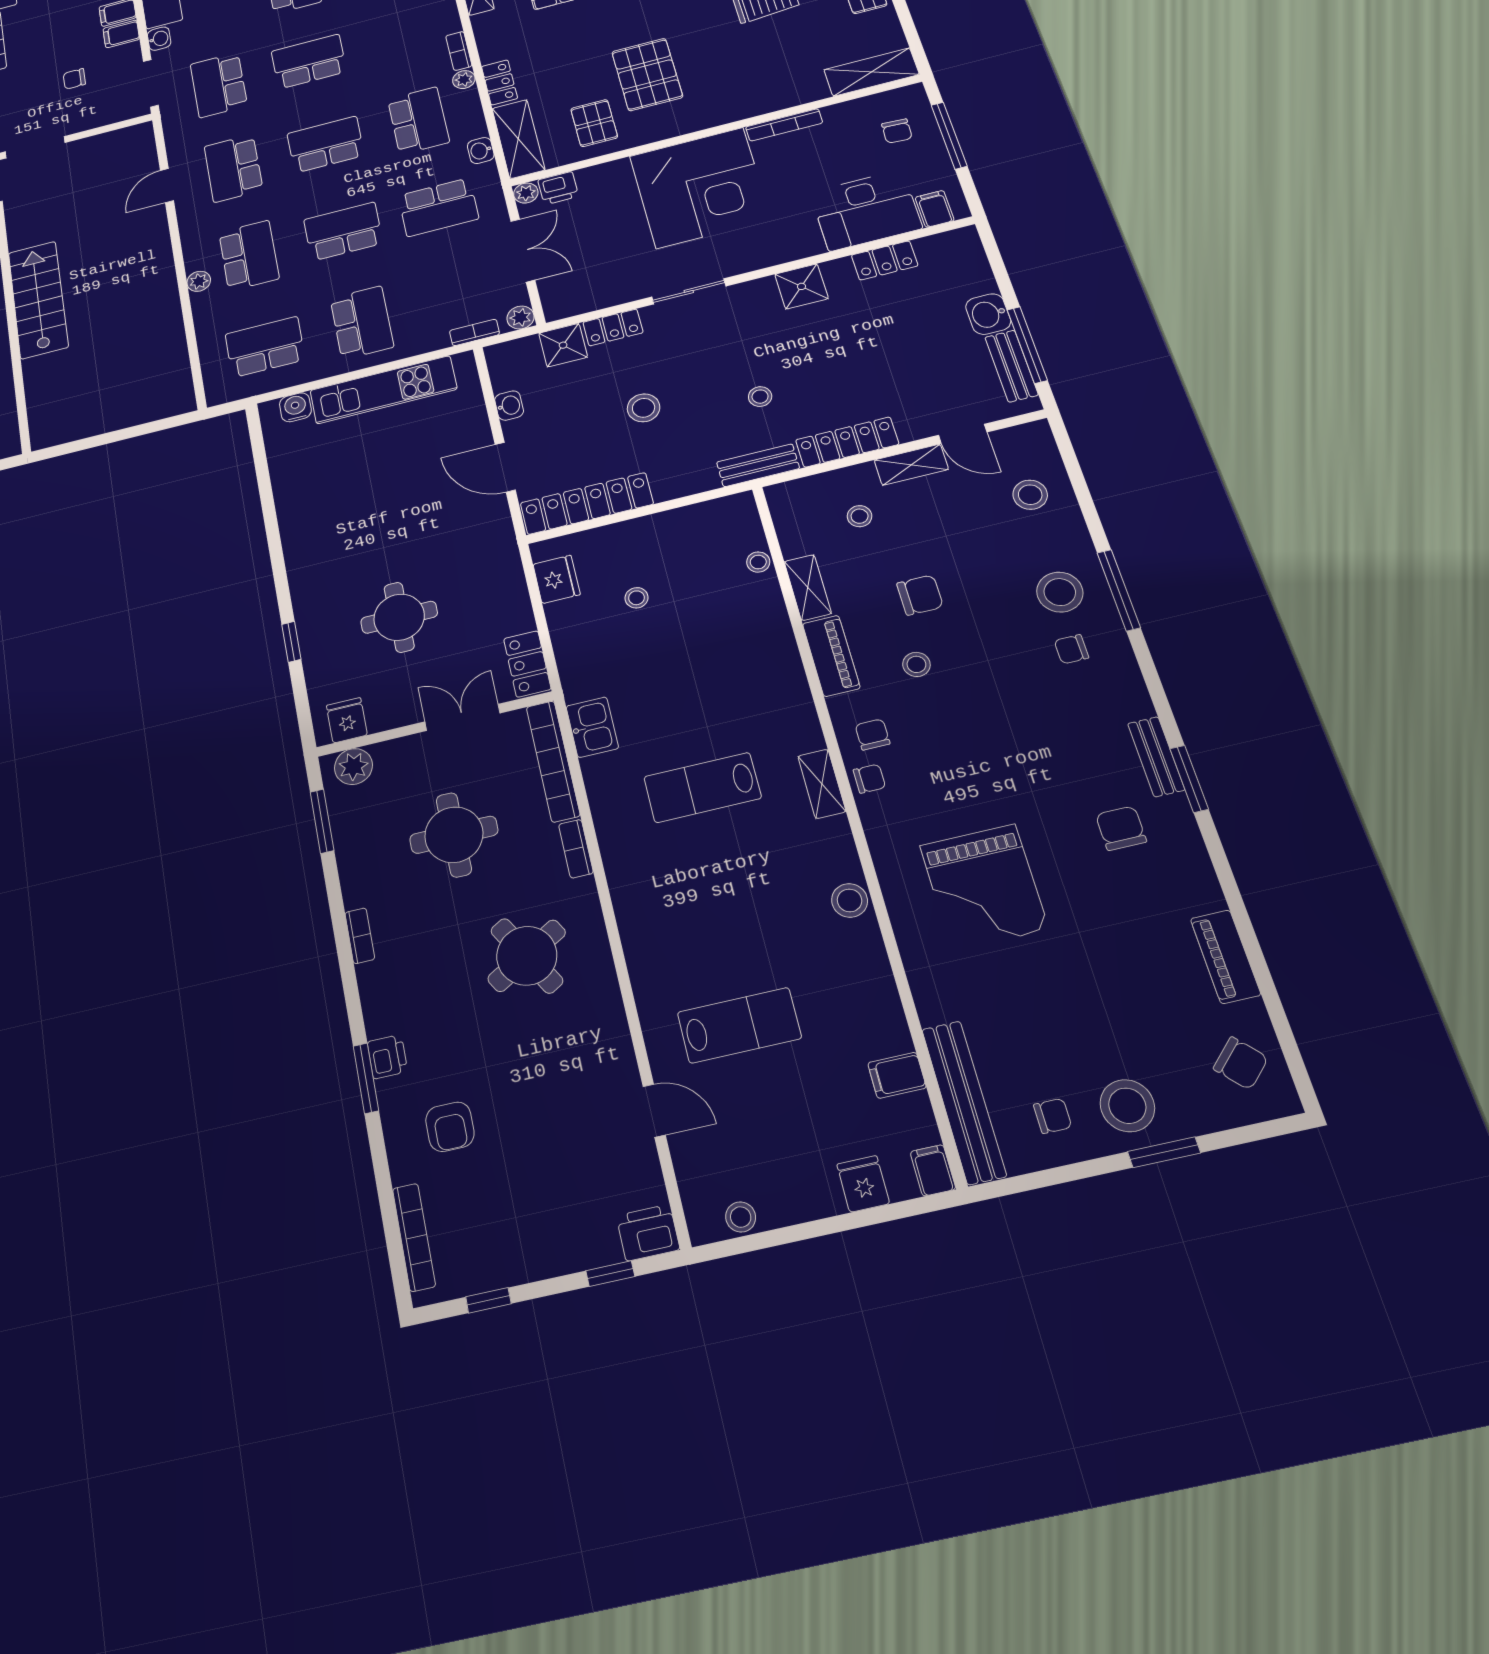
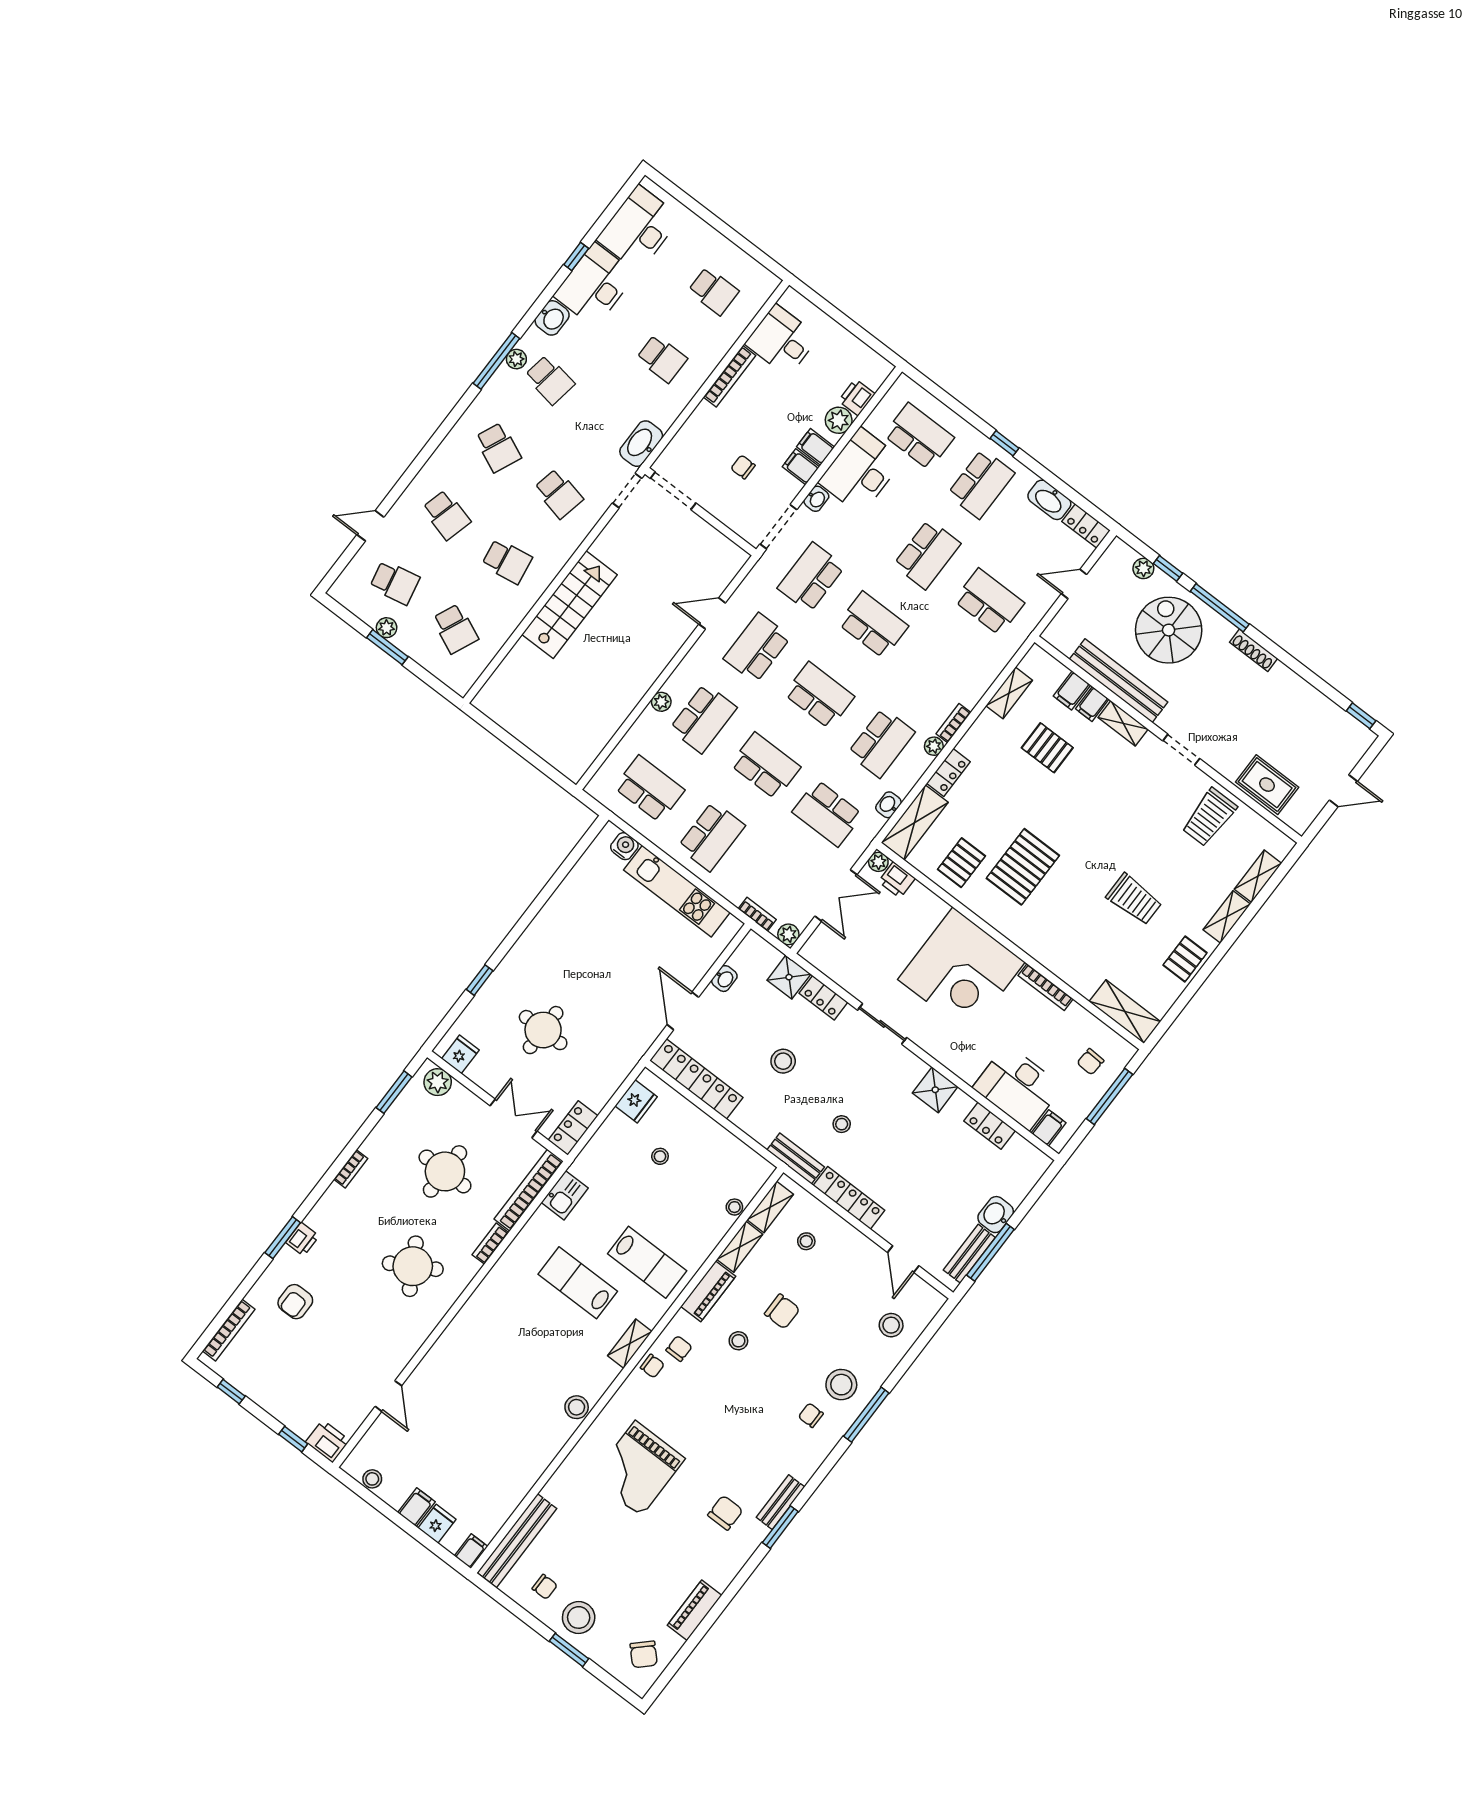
shelving: (911, 465) -> (770, 1207), moved, turned 90
lab bench: (739, 1025) -> (647, 1262), moved
filing cabinet: (897, 1075) -> (416, 1507), moved, turned 90

